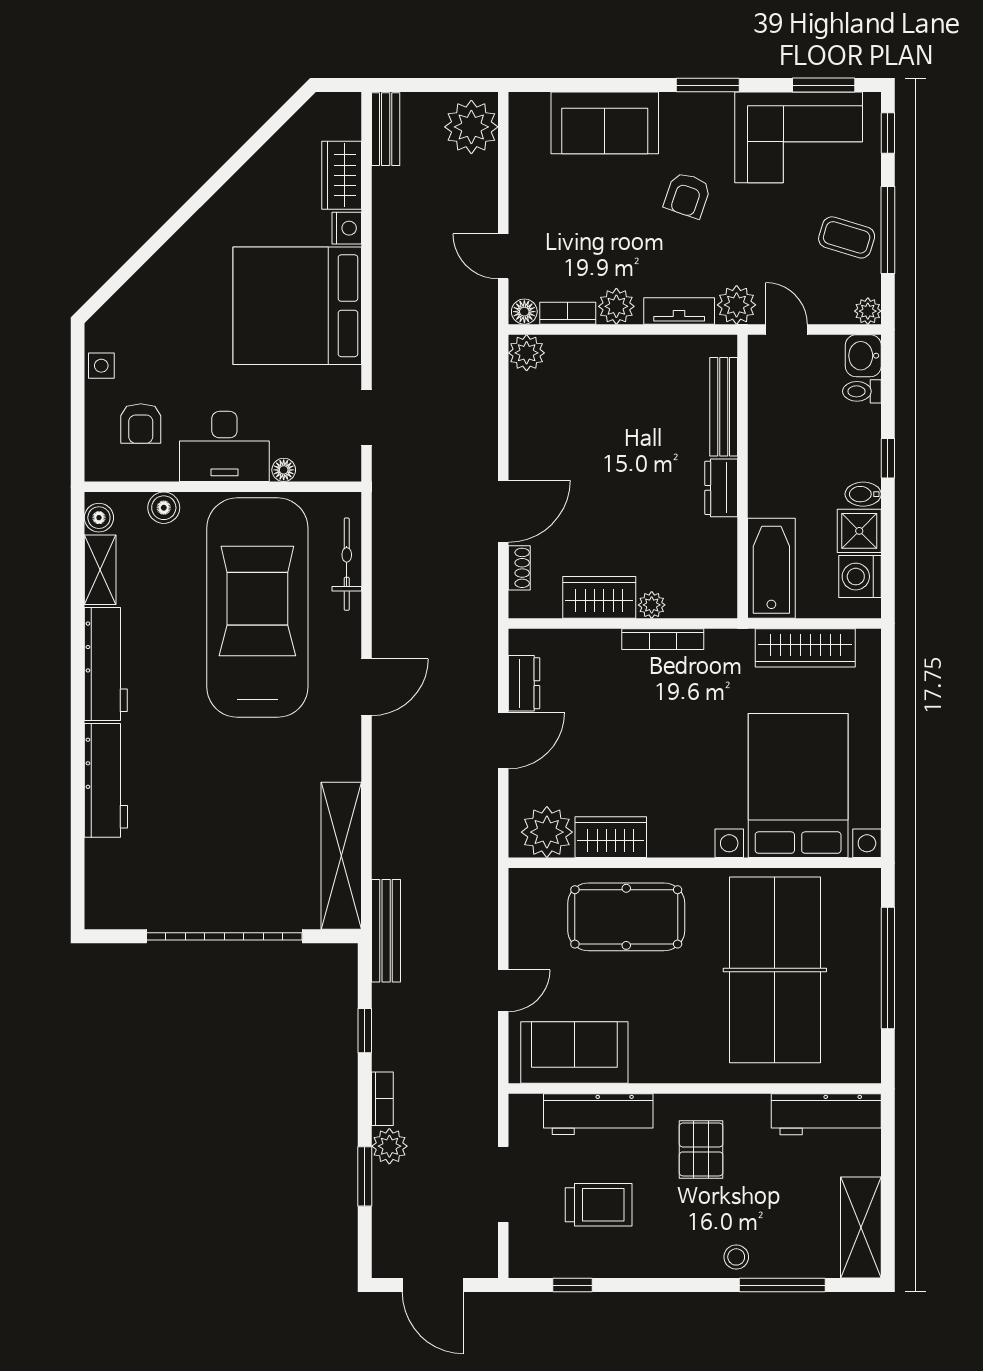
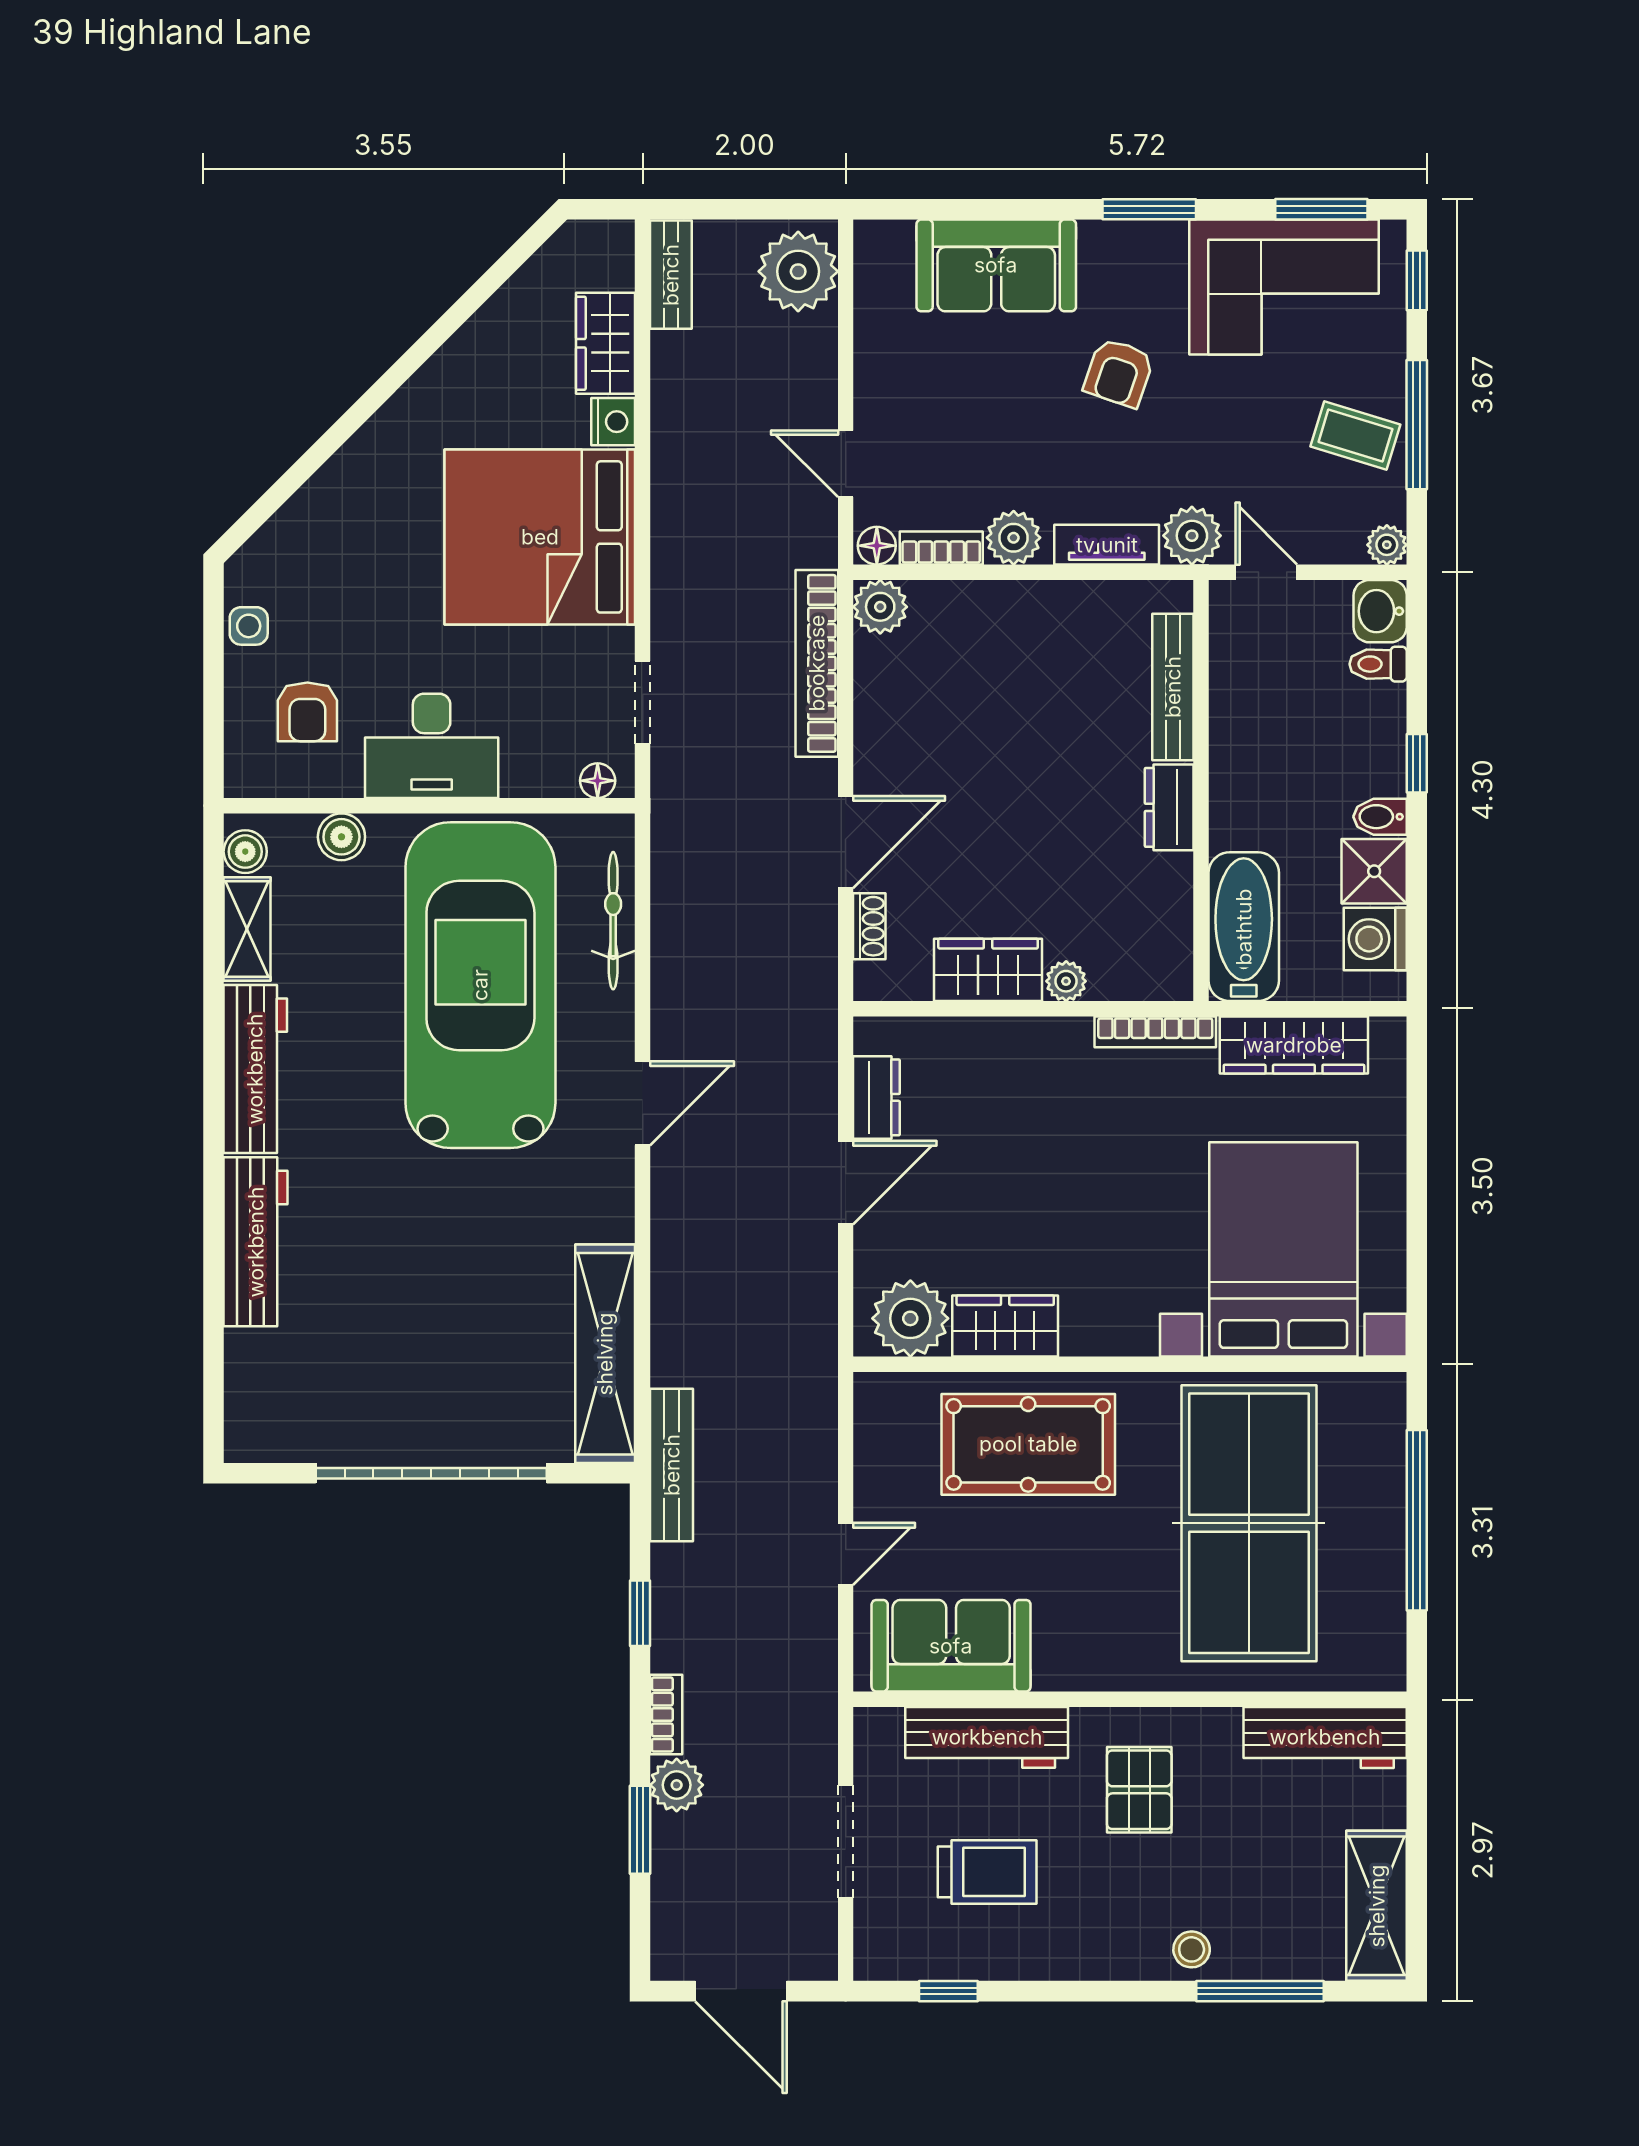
bookcase: (484, 391) -> (817, 663), added
floor lamp: (284, 470) -> (598, 781), moved
bookcase: (663, 639) -> (1155, 1032), moved

